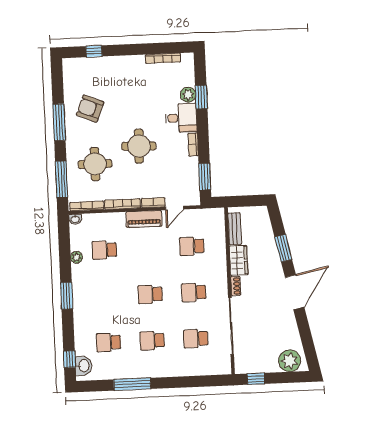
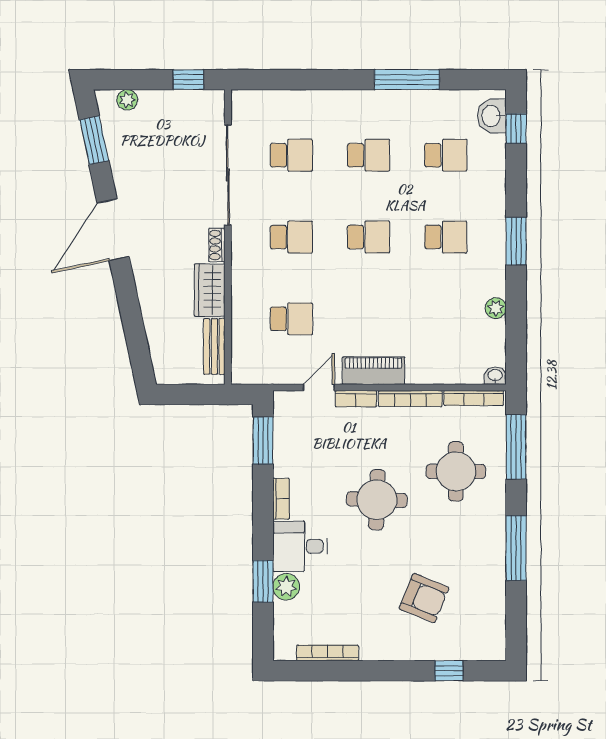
armchair: (90, 108) -> (424, 598), moved
window: (283, 248) -> (94, 140), moved
school desk: (104, 250) -> (446, 237), moved
plant: (290, 361) -> (127, 100), width x0.53, depth x0.53

